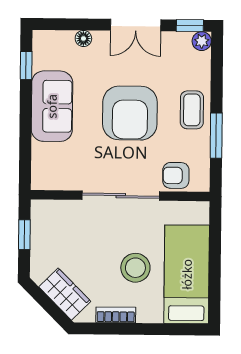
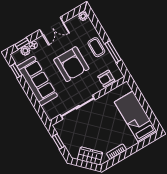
window: (190, 26) -> (22, 44), moved
plant: (63, 40) -> (25, 51), added
sofa: (52, 106) -> (37, 81), width x1.36
sliding door: (121, 196) -> (78, 107), moved
stool: (135, 268) -> (113, 127), removed

